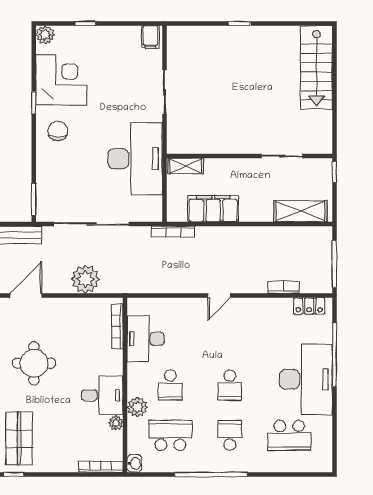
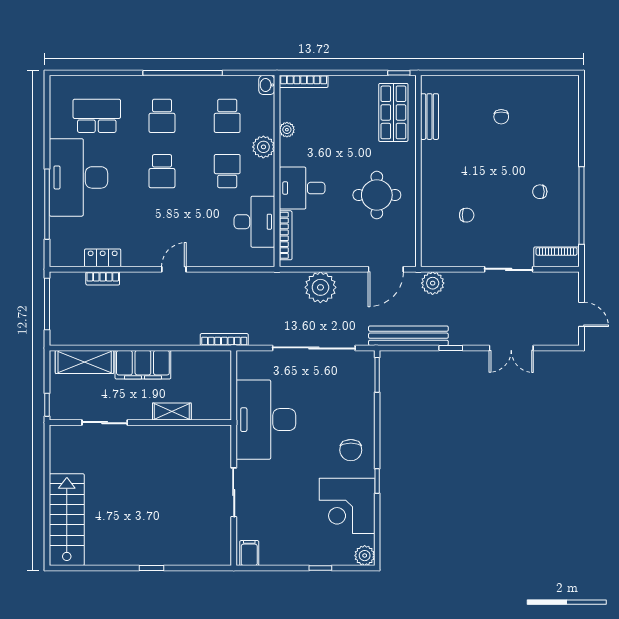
shelving: (186, 166) -> (172, 412), moved
filing cabinet: (213, 209) -> (143, 365), moved
locker: (309, 306) -> (103, 258), moved
school desk: (230, 385) -> (162, 171), turned 180
desk: (102, 395) -> (302, 188), moved
school desk: (170, 435) -> (227, 116), width x0.54

